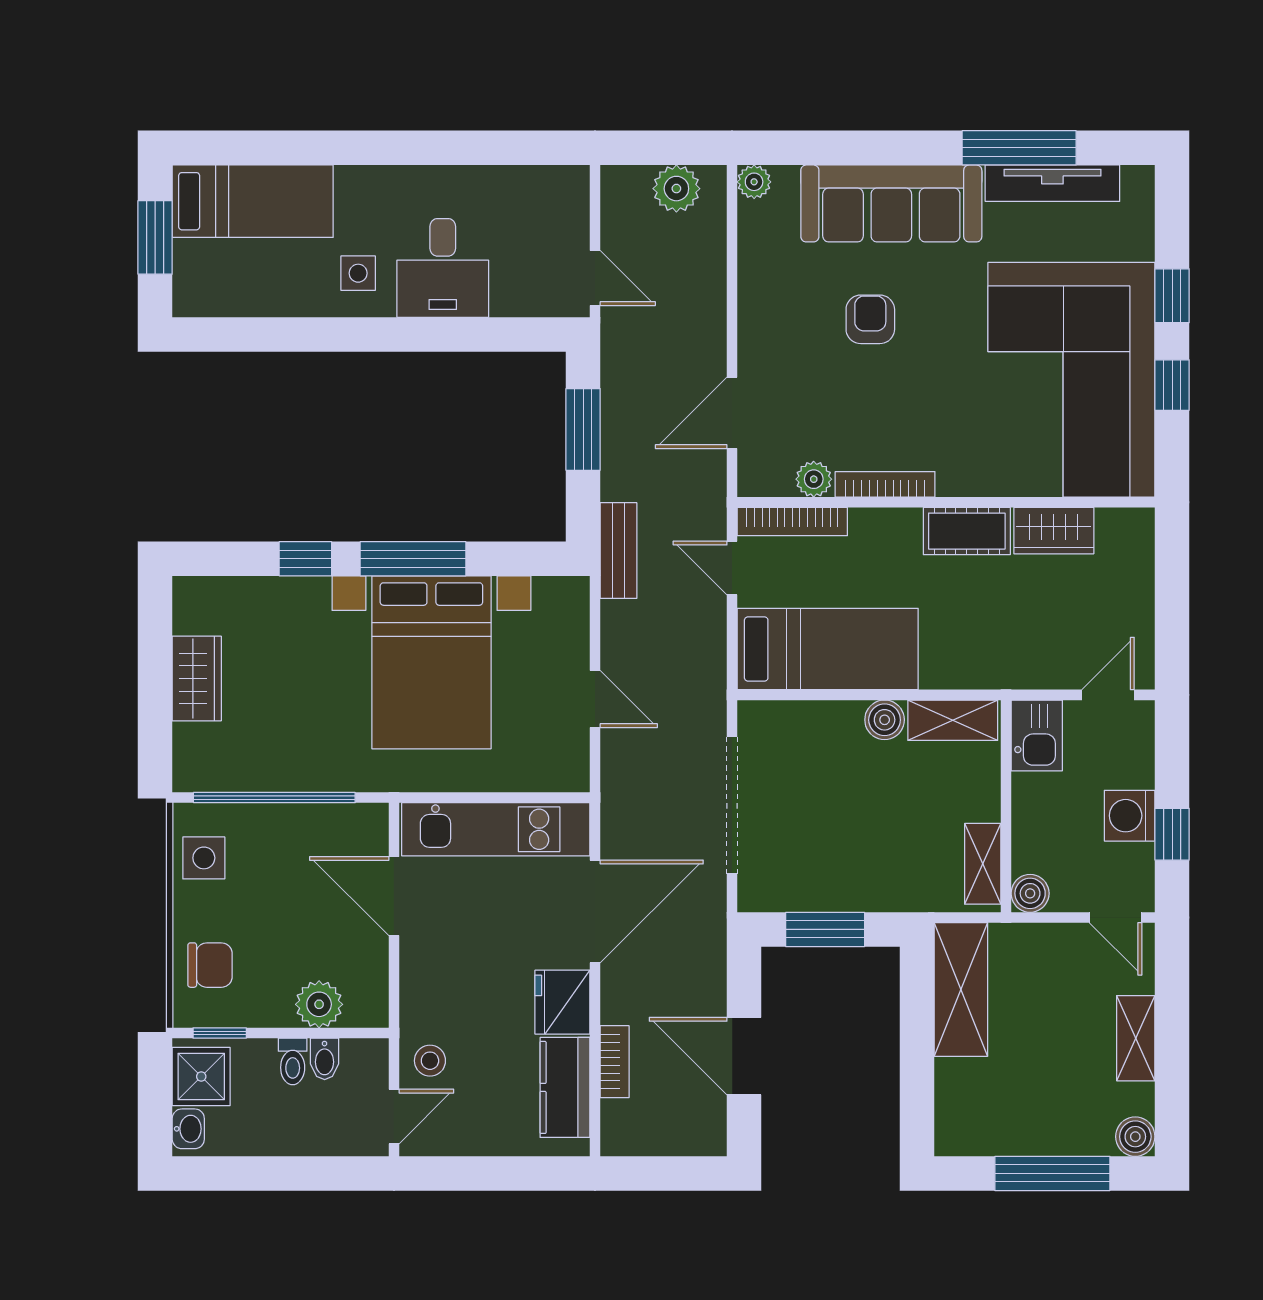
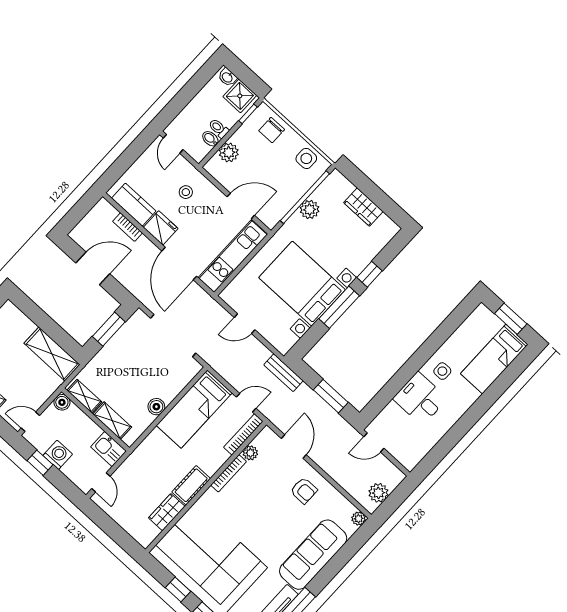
armchair: (870, 319) -> (304, 491), moved
shelving: (953, 720) -> (112, 421), moved, turned 90
plant: (289, 769) -> (310, 210), added
stool: (430, 1061) -> (186, 192), moved

